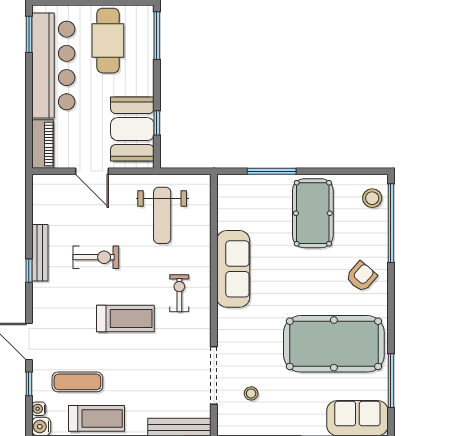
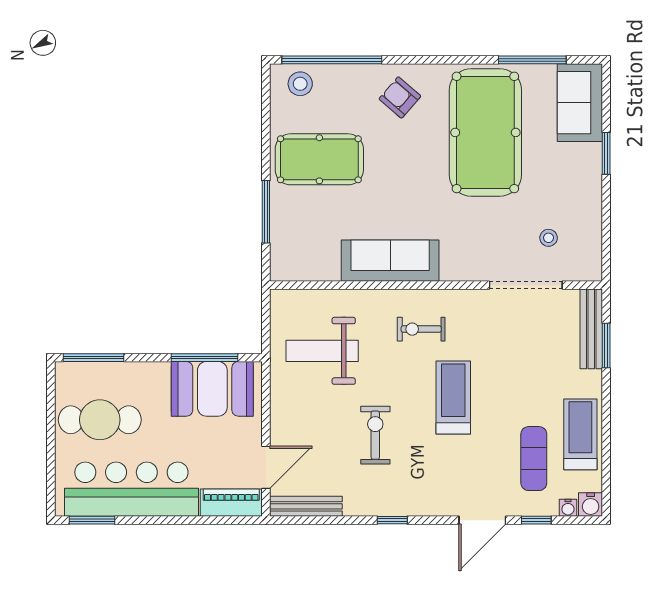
window: (157, 123) -> (204, 358), width x2.17
door: (92, 171) -> (266, 467), moved
weight bench: (162, 215) -> (322, 351), turned 180
bench: (40, 253) -> (306, 506), moved

